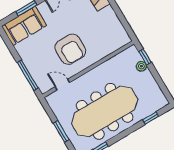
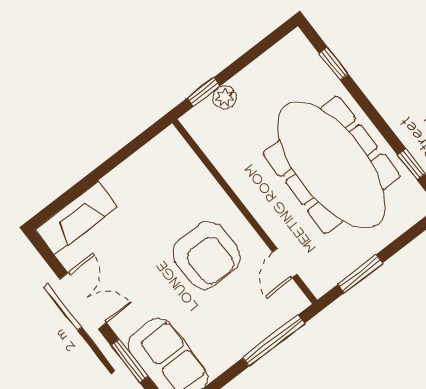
armchair: (70, 49) -> (206, 255), turned 90
window: (61, 131) -> (360, 274), moved

